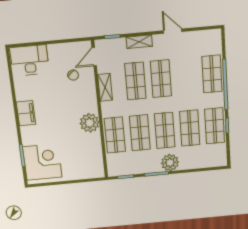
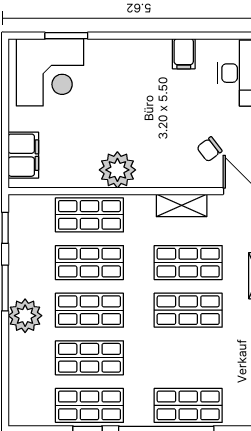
filing cabinet: (26, 113) -> (184, 54), moved, width x0.50
filing cabinet: (87, 171) -> (23, 155), added

